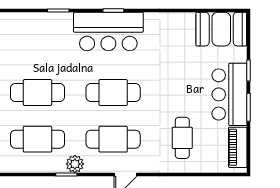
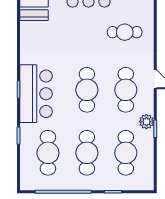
cafe table: (38, 46) -> (48, 153), added

